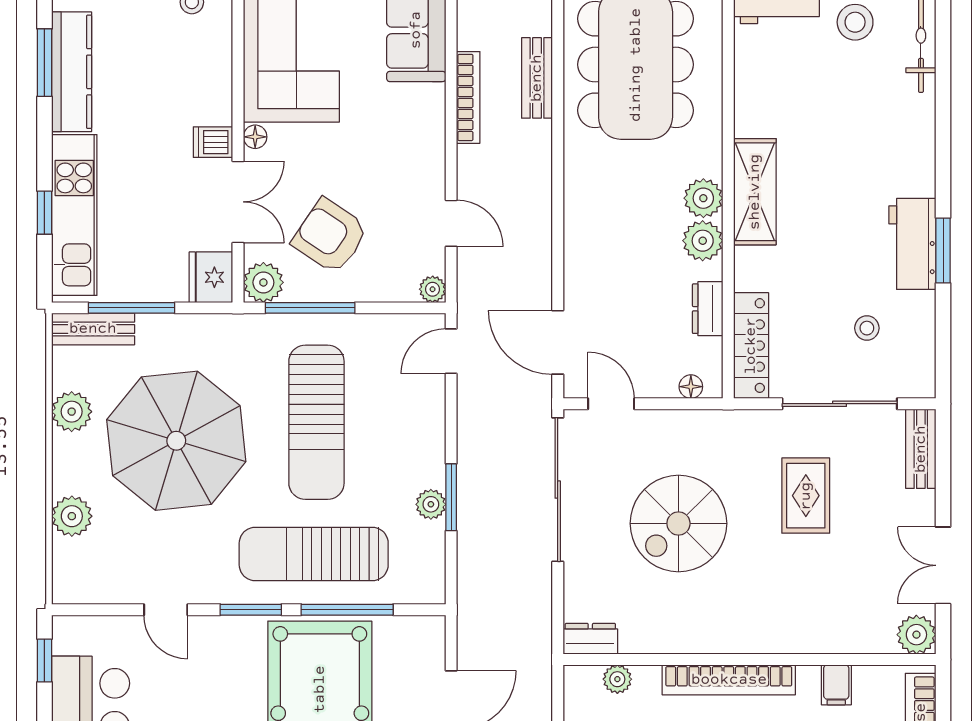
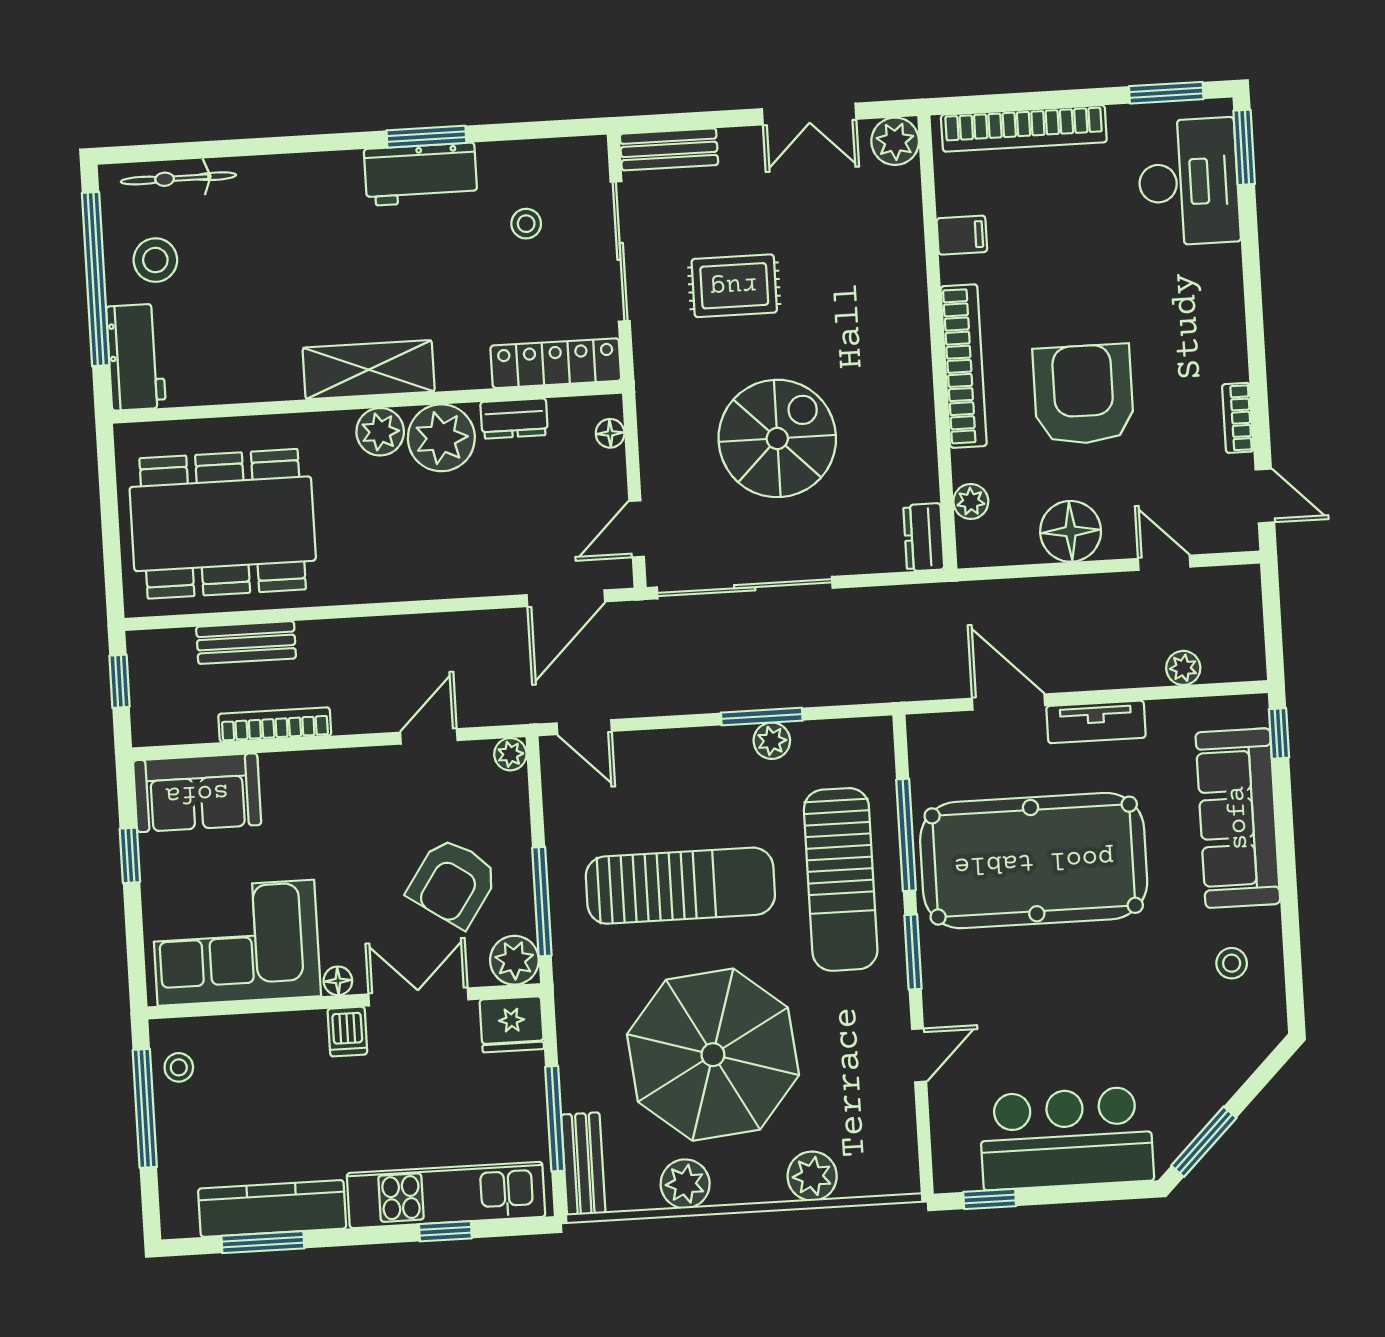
plant: (703, 241) -> (441, 438), width x1.36, depth x1.36
spiral stairs: (678, 523) -> (777, 438), turned -90

